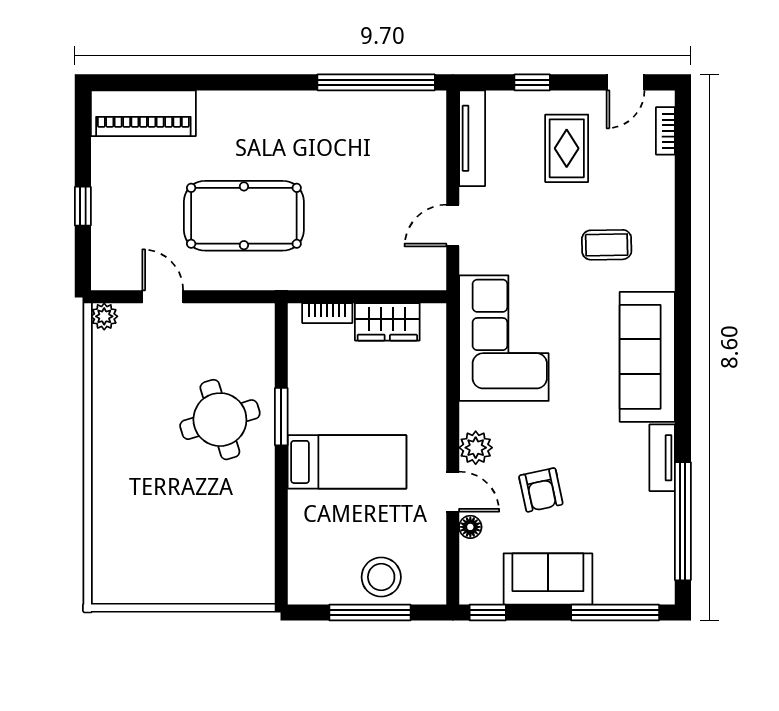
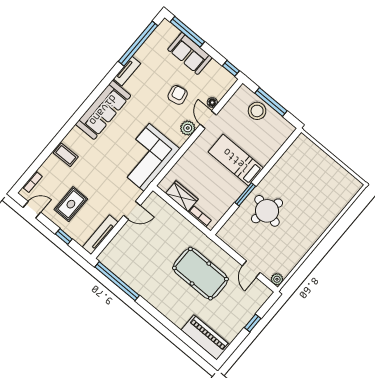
coffee table: (607, 245) -> (66, 155), moved
round table: (220, 420) -> (267, 211), turned 32
sofa: (548, 579) -> (190, 53), moved

